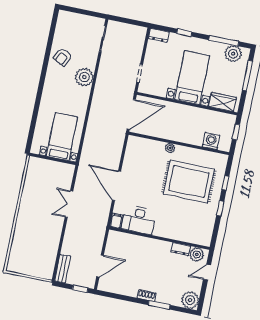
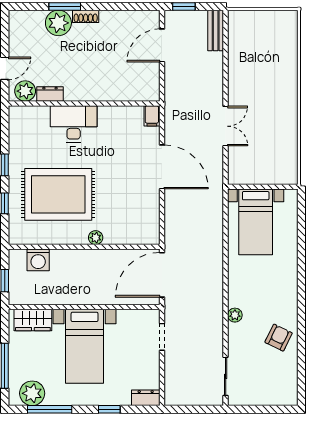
plant: (84, 77) -> (235, 315), width x0.53, depth x0.53
desk: (139, 220) -> (74, 124), moved
plant: (190, 300) -> (58, 23), moved

